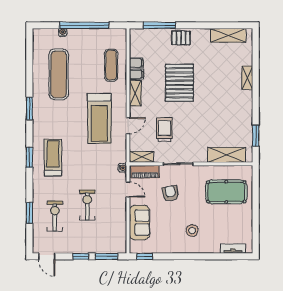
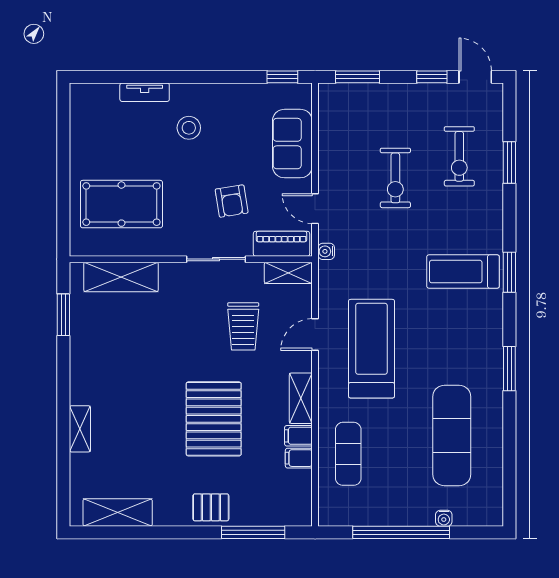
treadmill: (53, 158) -> (463, 272), turned 90
tv unit: (233, 249) -> (145, 92), moved
window: (81, 256) -> (432, 77), moved

